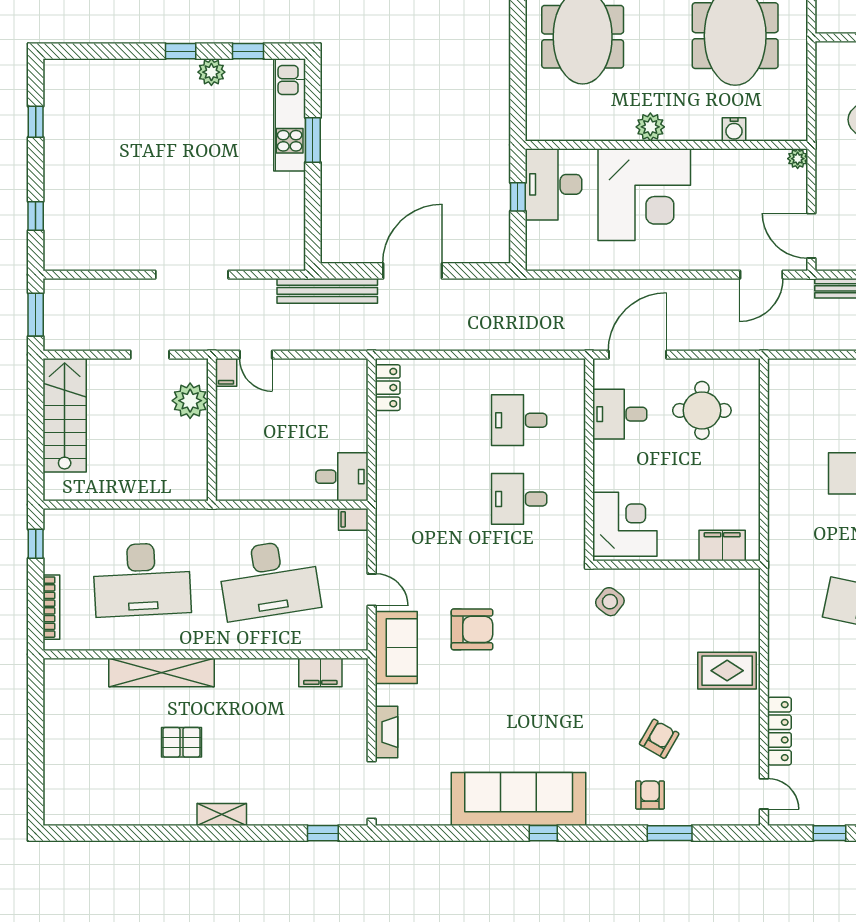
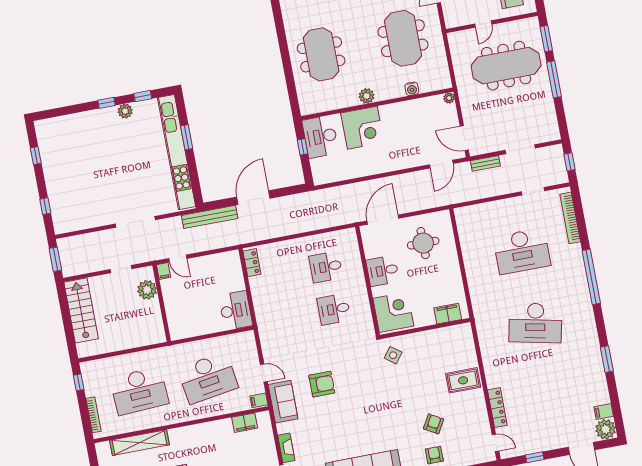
kitchen unit: (290, 115) -> (176, 152), width x1.86
corner desk: (644, 195) -> (362, 128), width x0.74, depth x0.74
desk: (620, 414) -> (383, 271), moved
desk: (342, 477) -> (236, 310), width x1.37
filing cabinet: (353, 519) -> (259, 400), moved
shelving: (162, 673) -> (140, 443), moved

